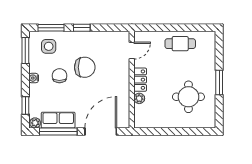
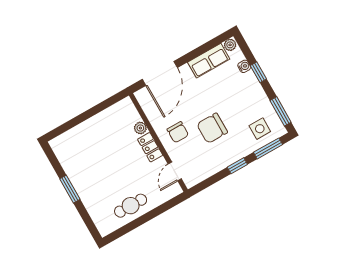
chair: (59, 76) -> (178, 132), moved
water cooler: (34, 78) -> (244, 66), moved
round table: (188, 97) -> (92, 158), removed
window: (25, 105) -> (258, 72), moved
window: (58, 132) -> (202, 49), removed

